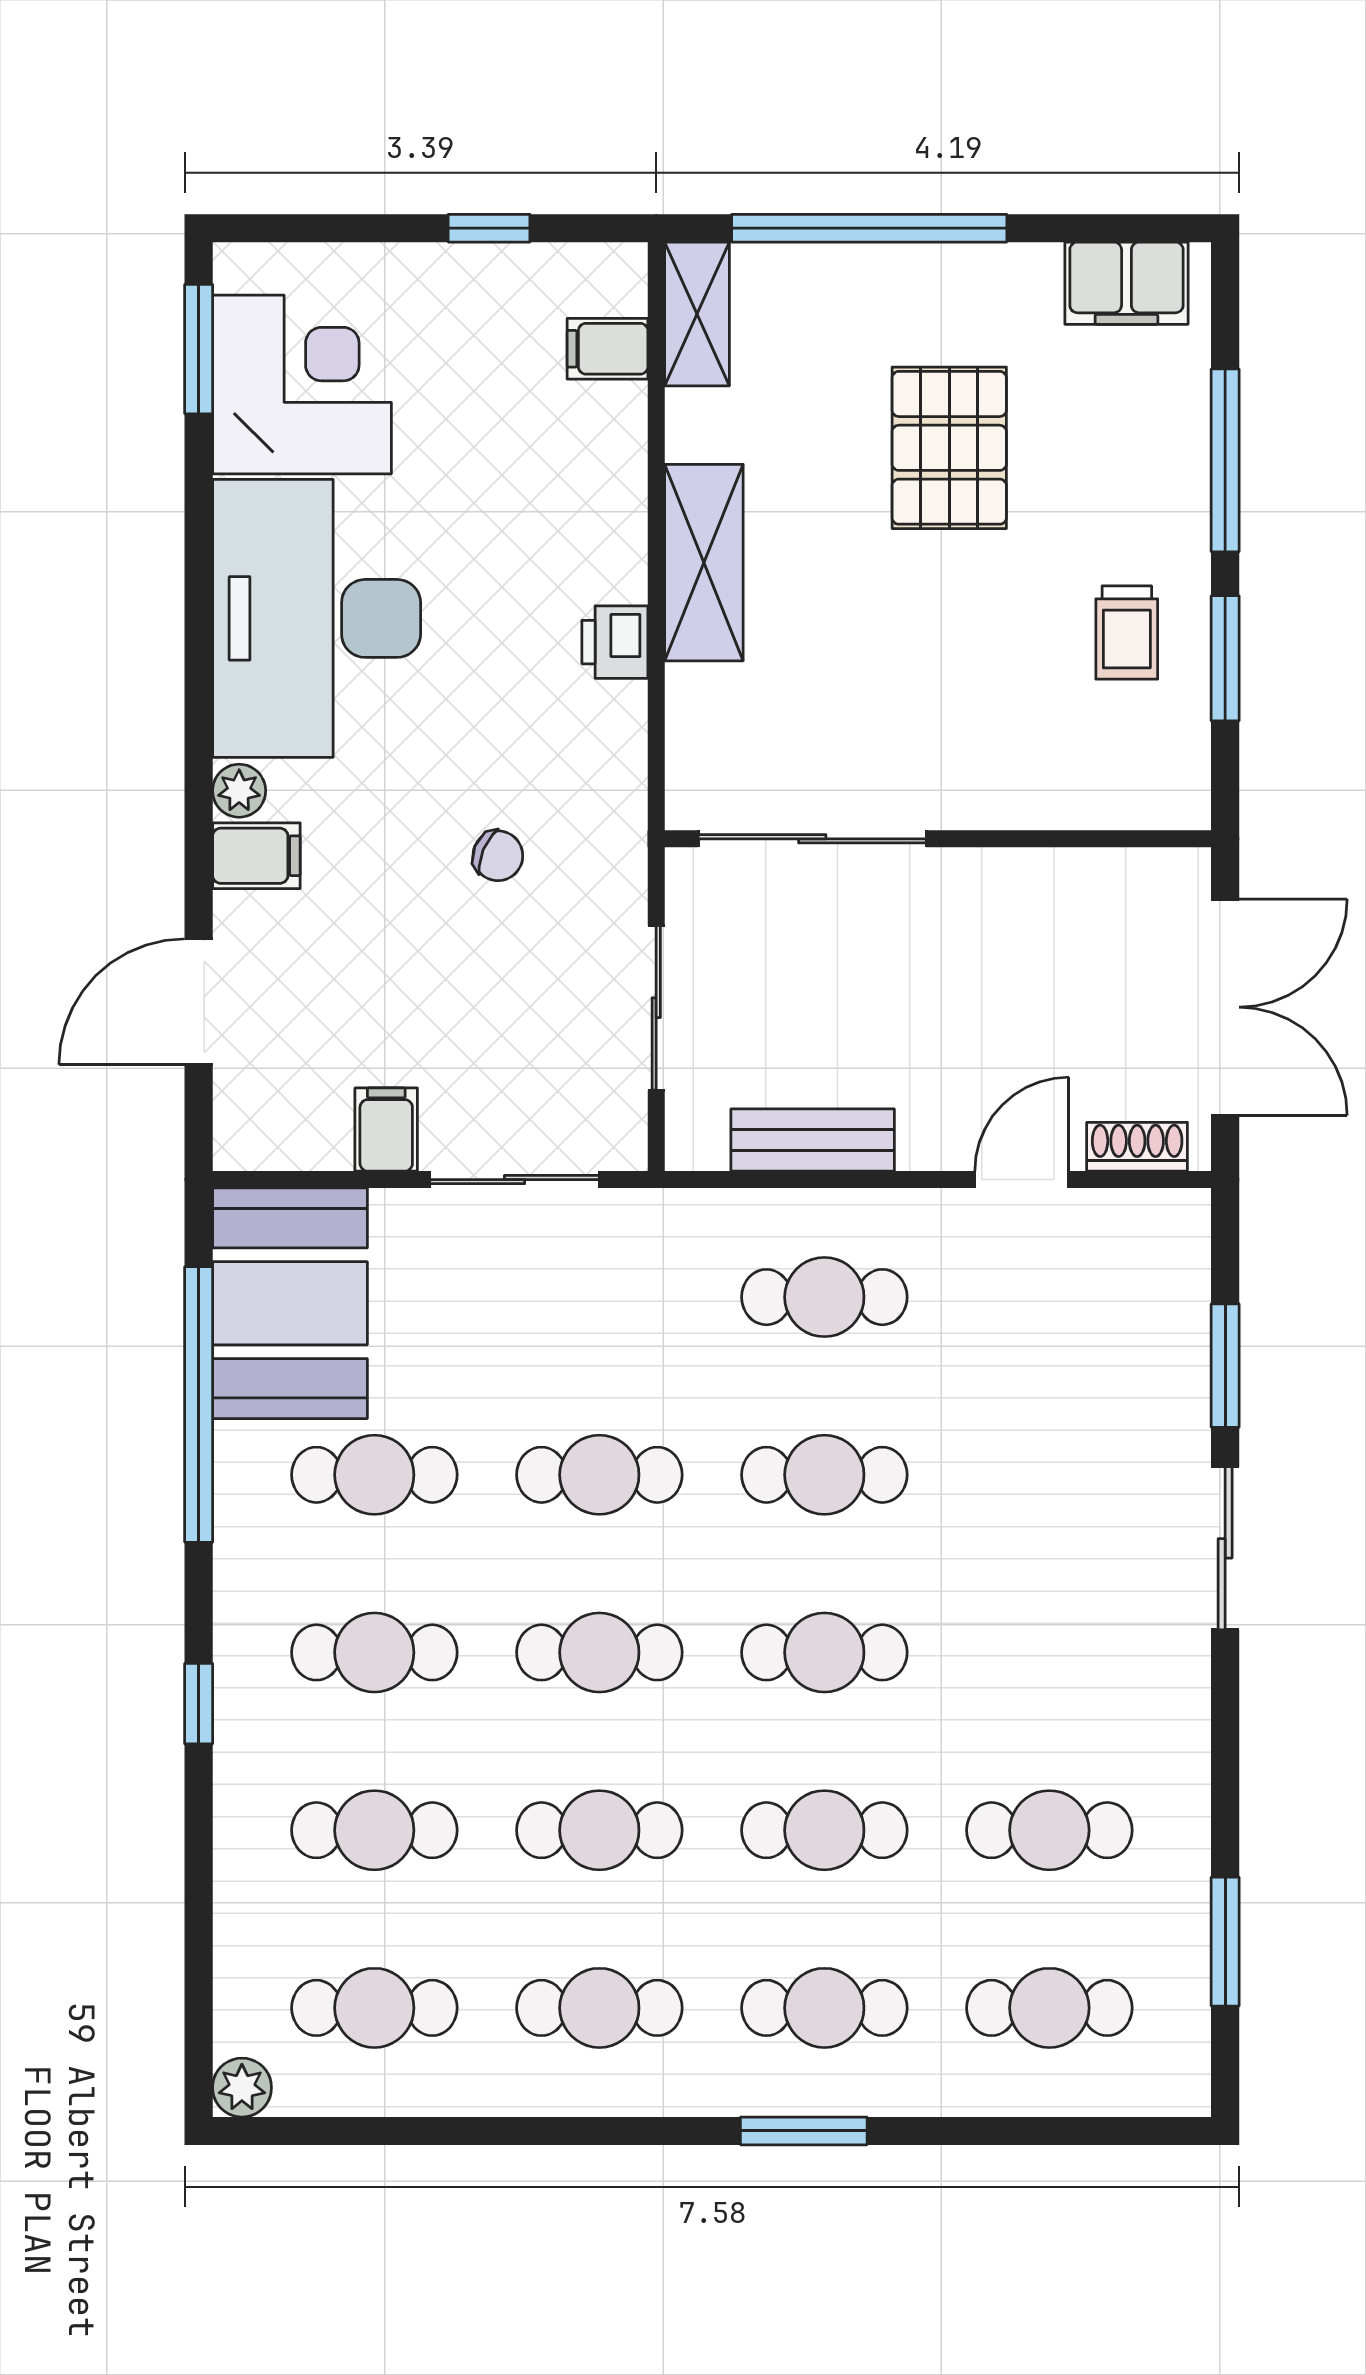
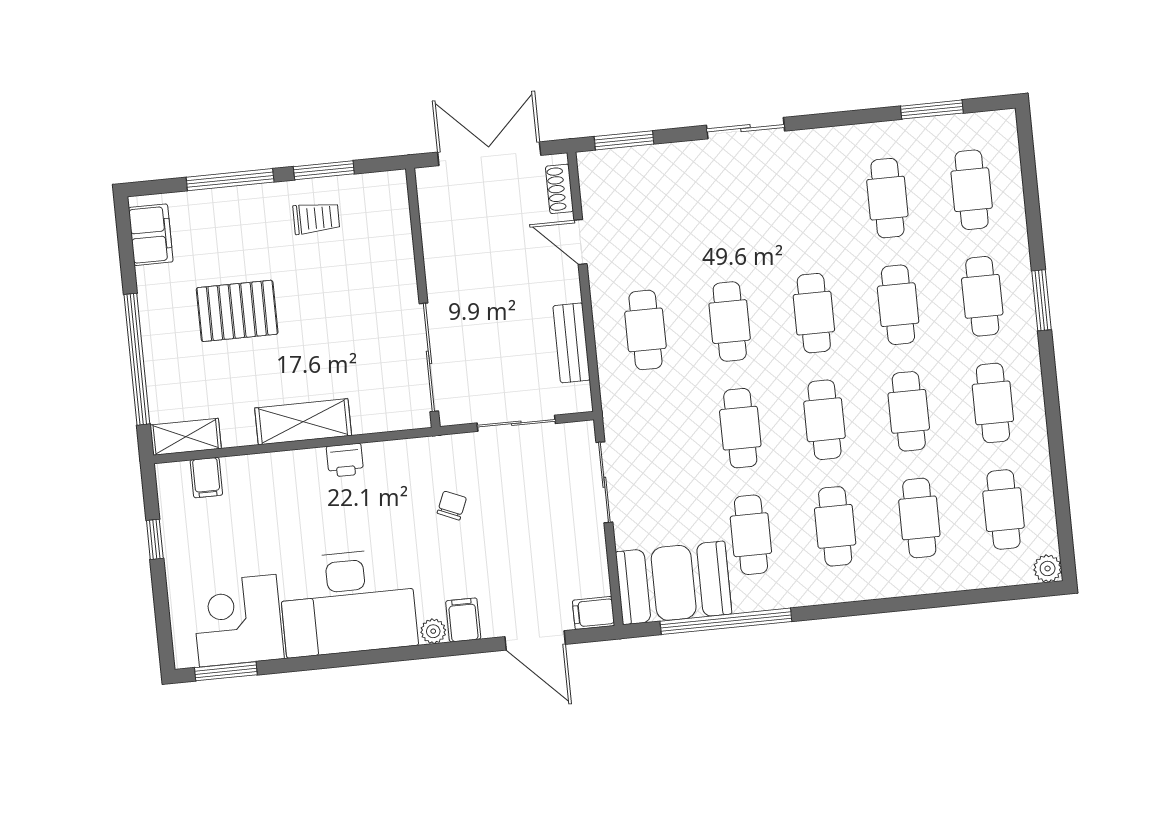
filing cabinet: (386, 1130) -> (594, 613), moved
window: (1225, 1366) -> (624, 140), moved
window: (199, 1704) -> (868, 607), removed

